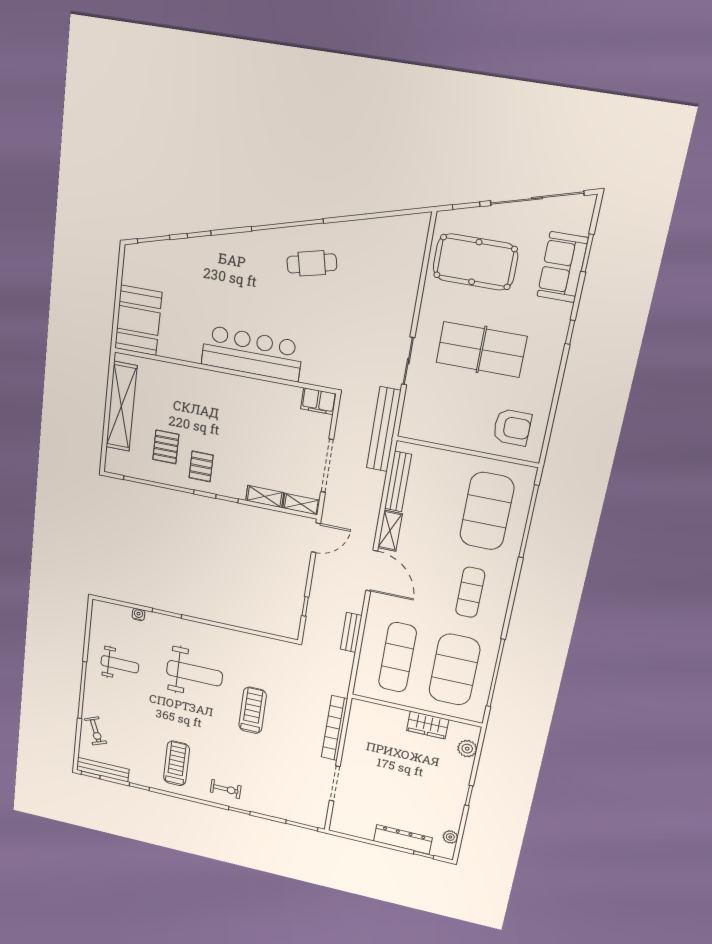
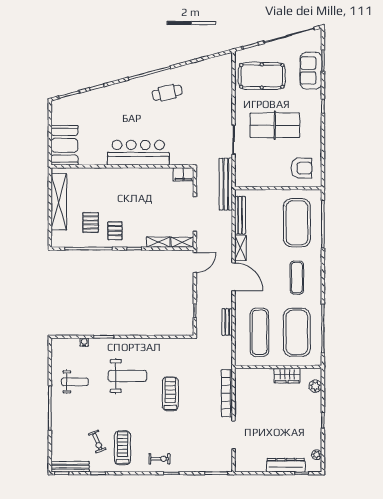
exercise bike: (96, 731) -> (97, 442), moved

